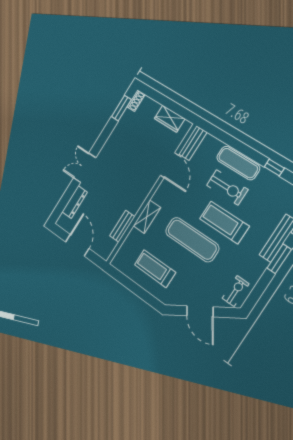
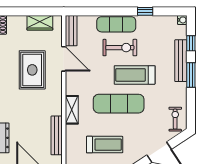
rug: (136, 158) -> (32, 70), added
bench: (122, 226) -> (57, 135), width x1.36
treadmill: (155, 269) -> (105, 145), turned 180

